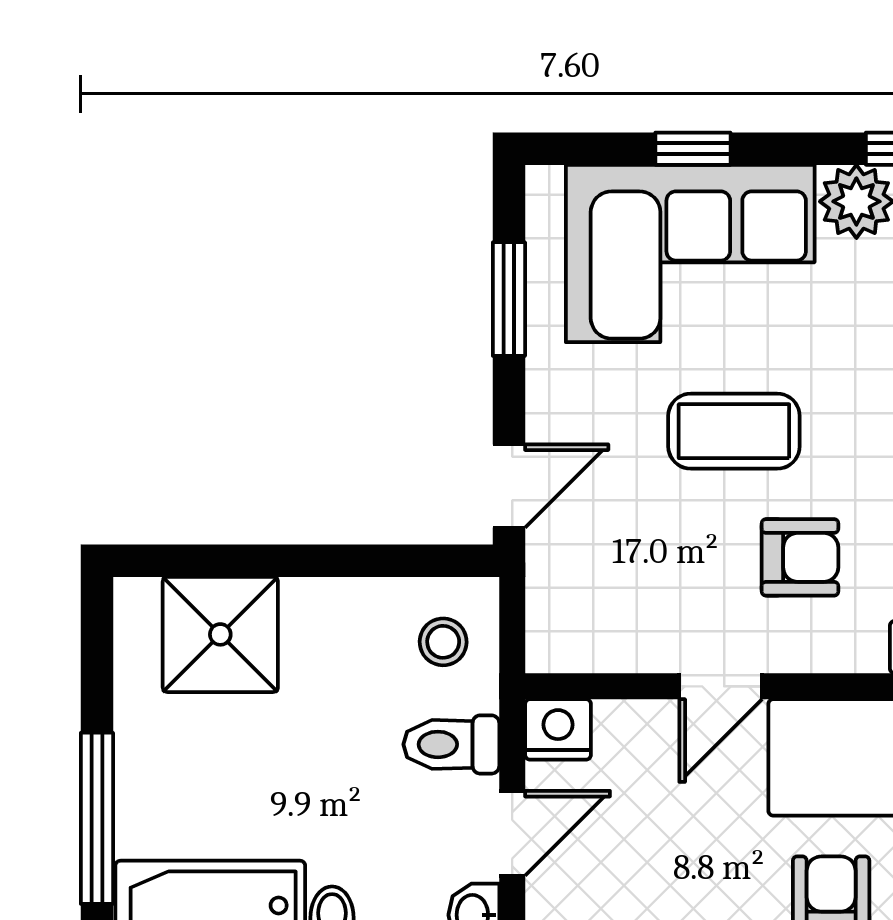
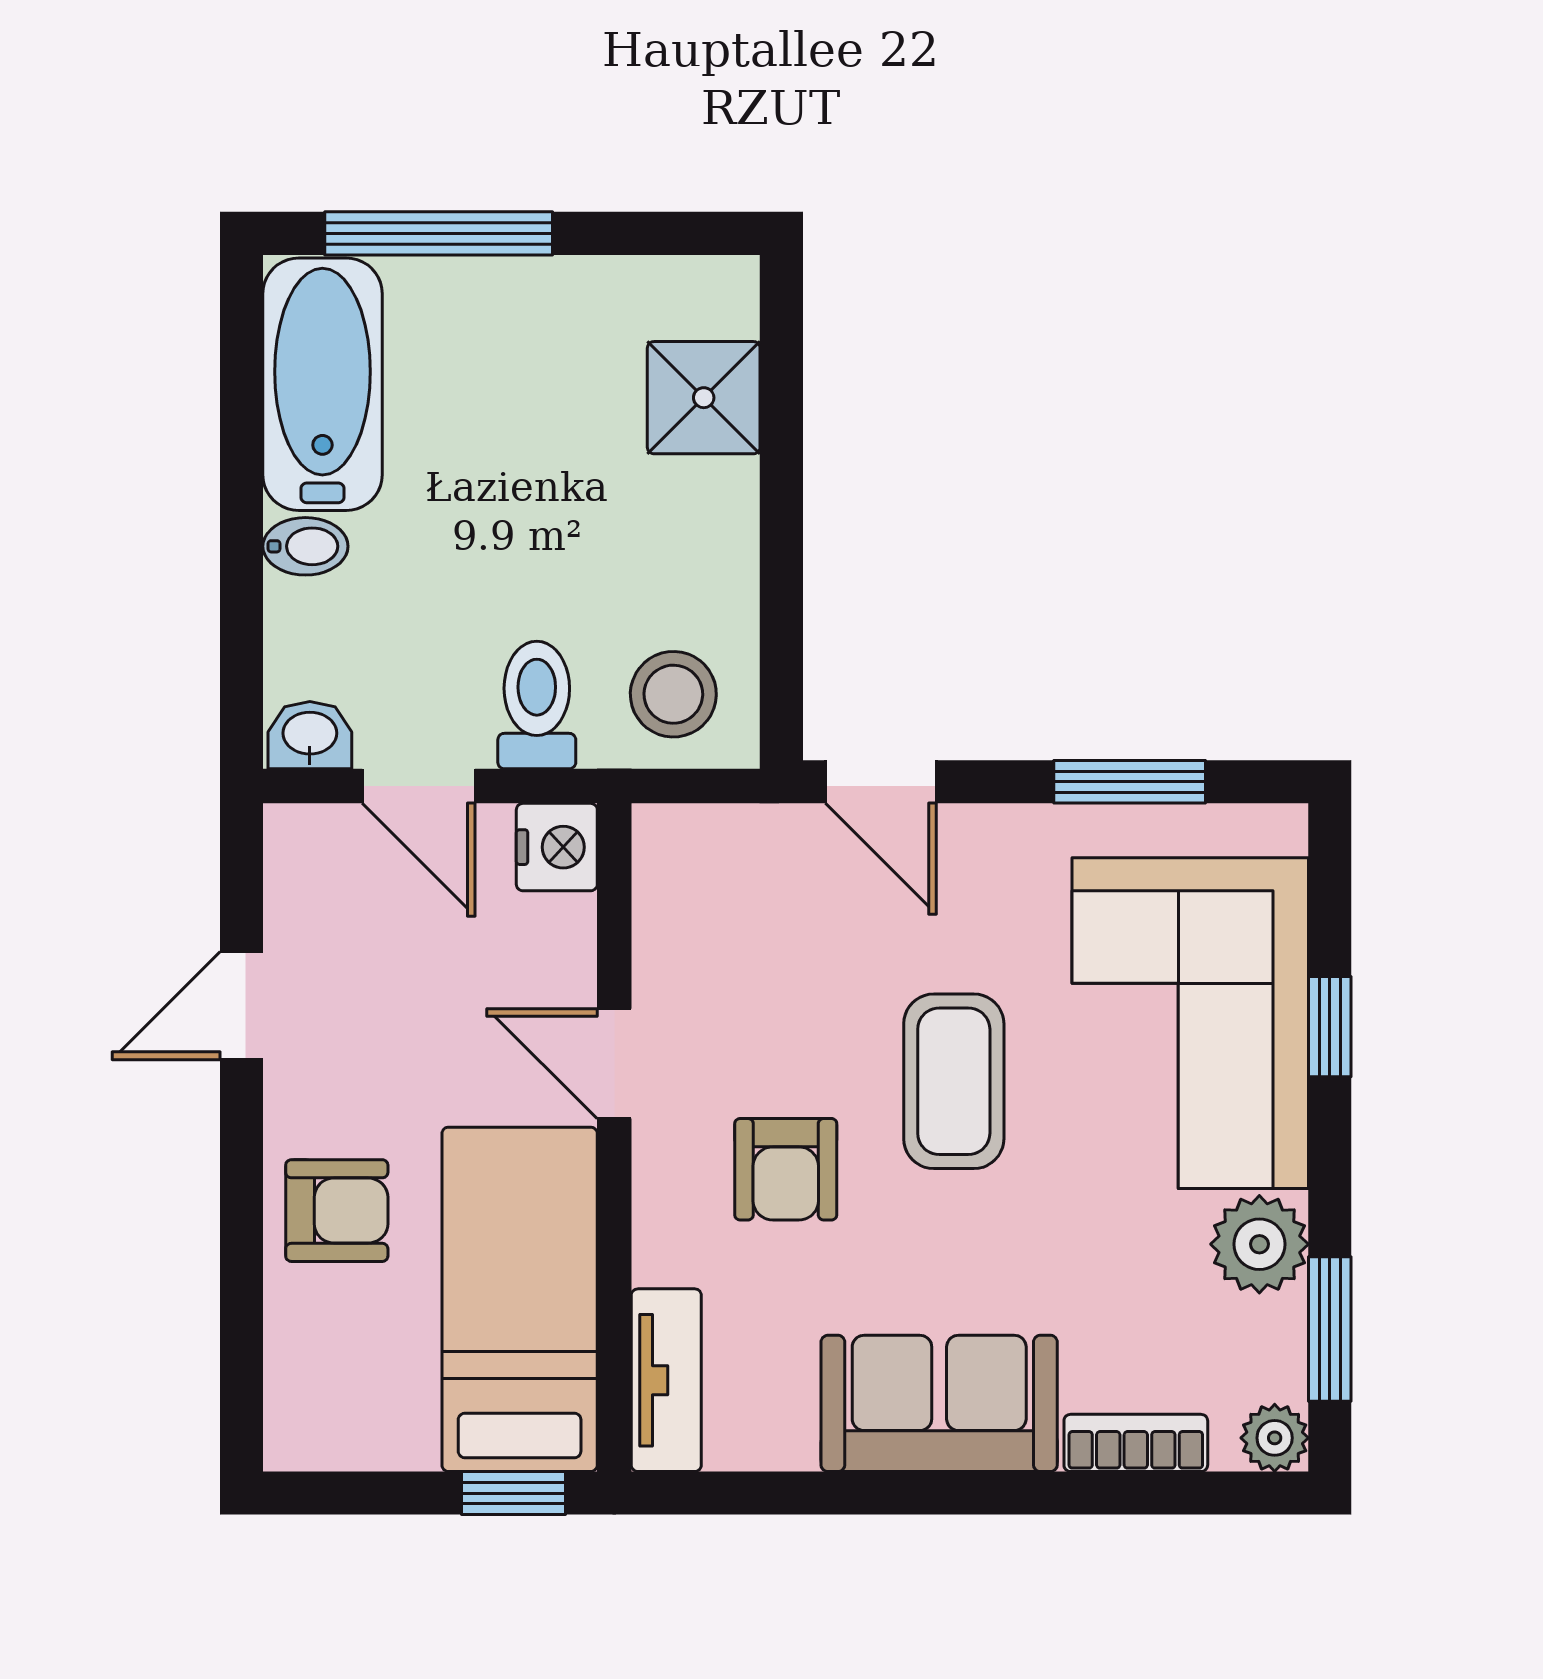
shower: (220, 634) -> (704, 398), width x0.73, depth x0.73
stool: (443, 642) -> (673, 694), width x1.37, depth x1.37

